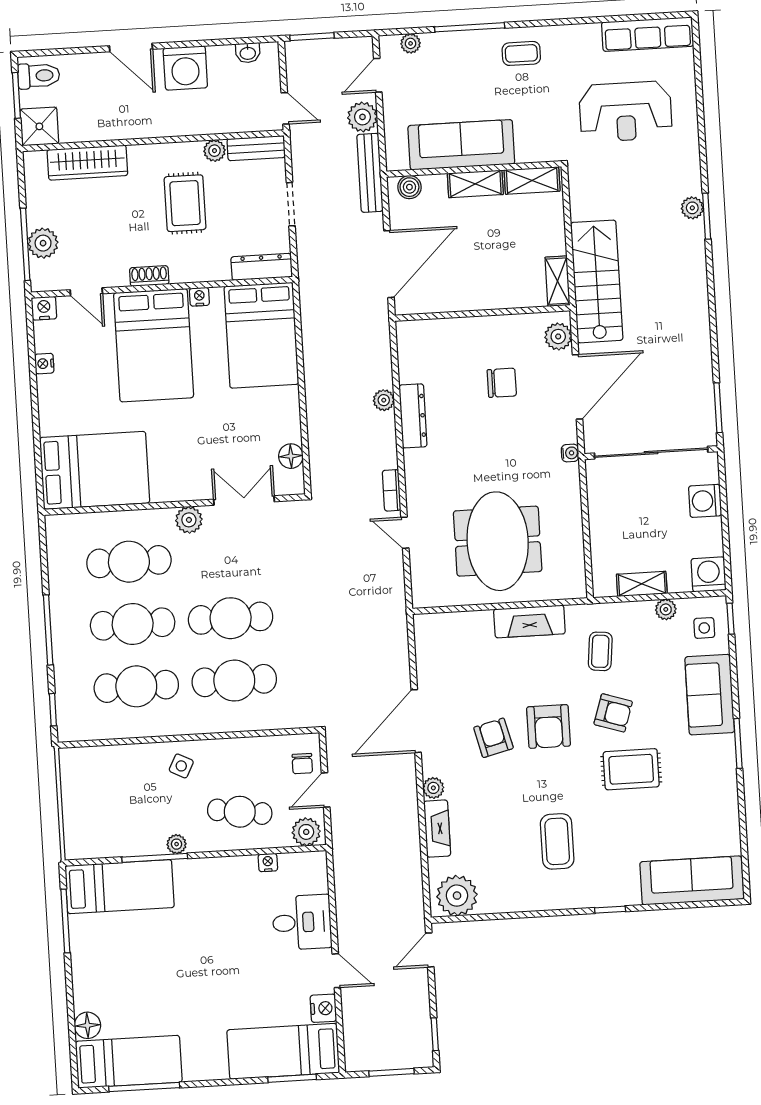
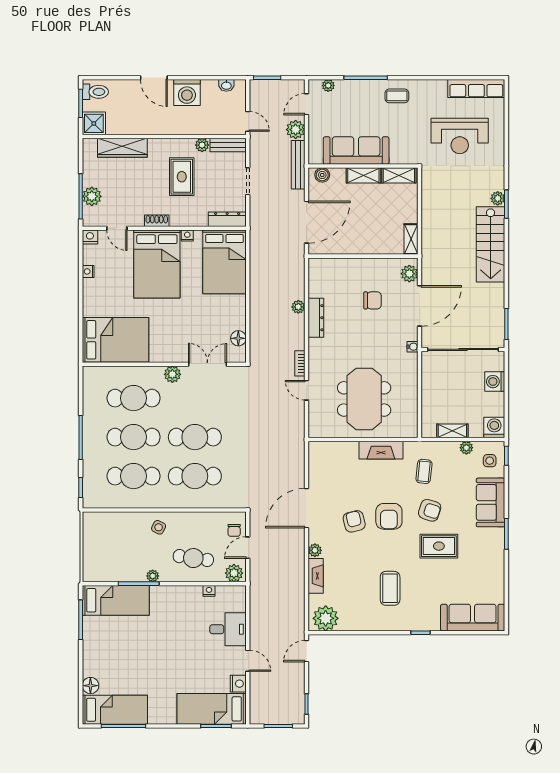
stairs: (597, 281) -> (491, 244), moved, turned 180

